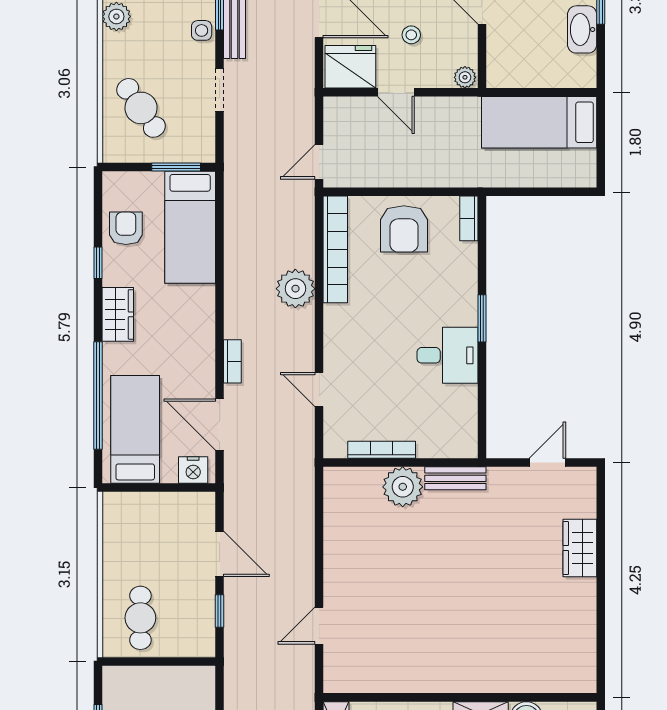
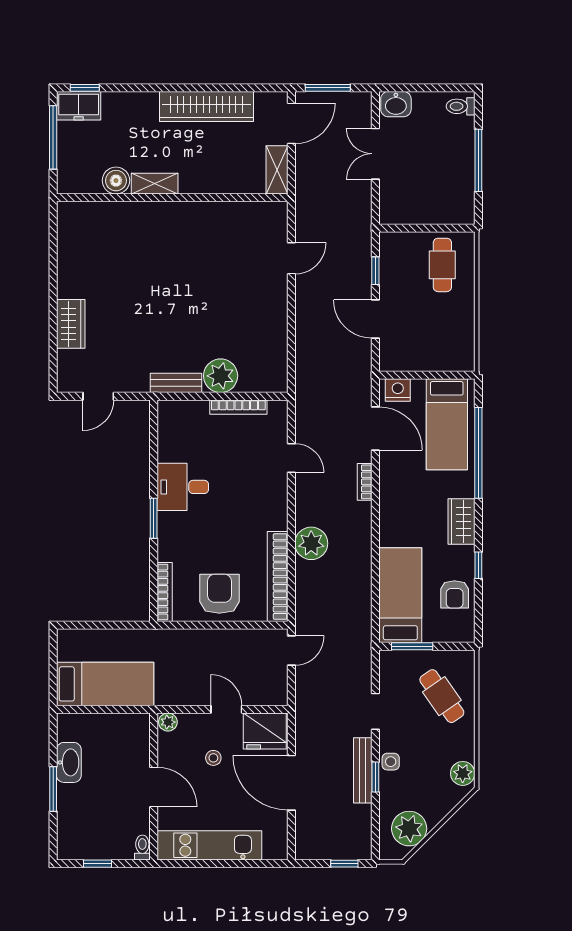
bookcase: (469, 218) -> (165, 592), width x1.56

